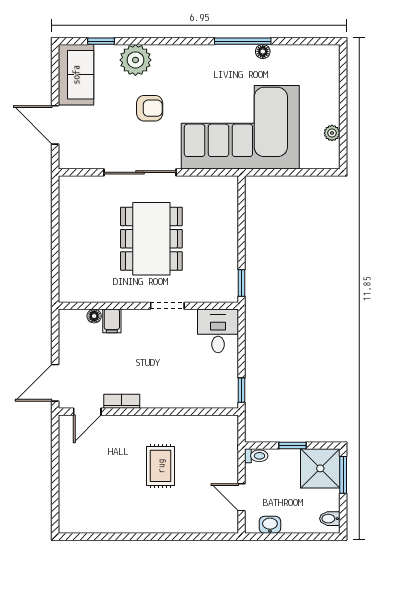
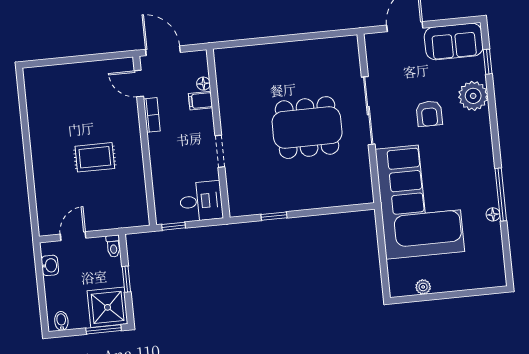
wall: (148, 306) -> (218, 133), moved
doorway: (167, 306) -> (220, 151), moved
floor lamp: (94, 316) -> (203, 84), moved
filing cabinet: (112, 321) -> (200, 101), moved
desk: (218, 331) -> (201, 201), moved

